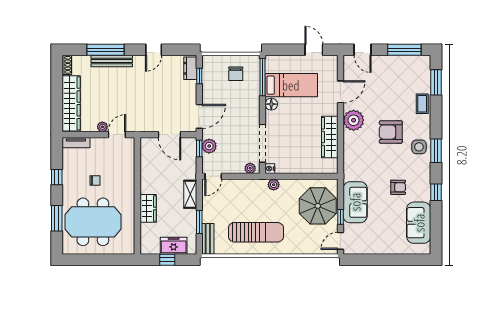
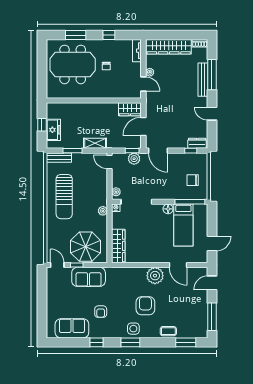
wardrobe: (330, 137) -> (118, 246), moved, turned 90
wardrobe: (148, 208) -> (130, 109), moved
meeting table: (93, 222) -> (73, 64), turned 90

